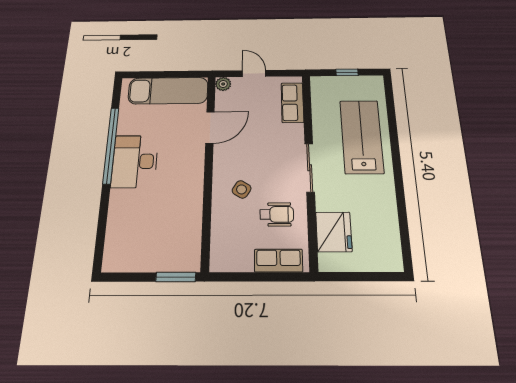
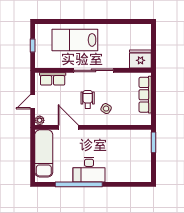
sliding door: (310, 168) -> (94, 70), width x1.37
wheelchair: (277, 214) -> (88, 99), moved
fridge: (334, 232) -> (140, 59), moved
row of seats: (278, 261) -> (145, 95), width x1.48

